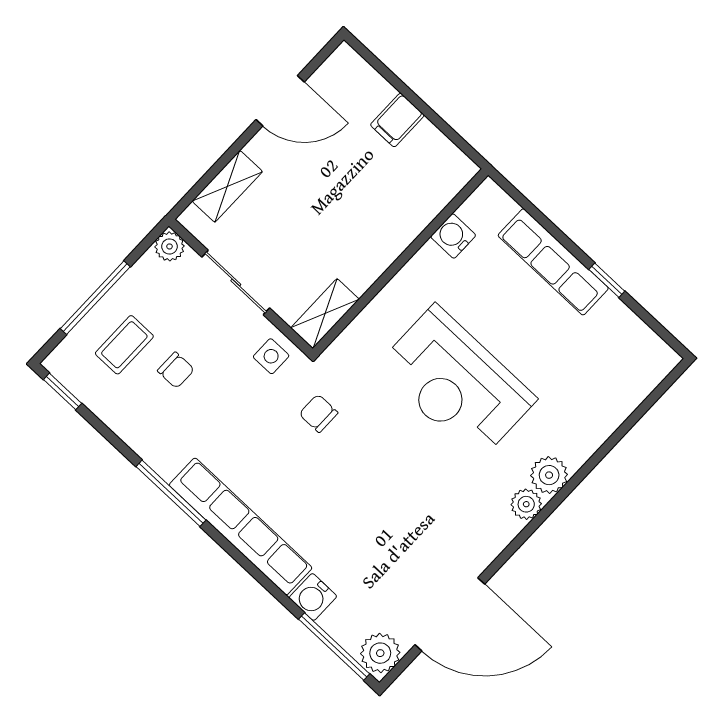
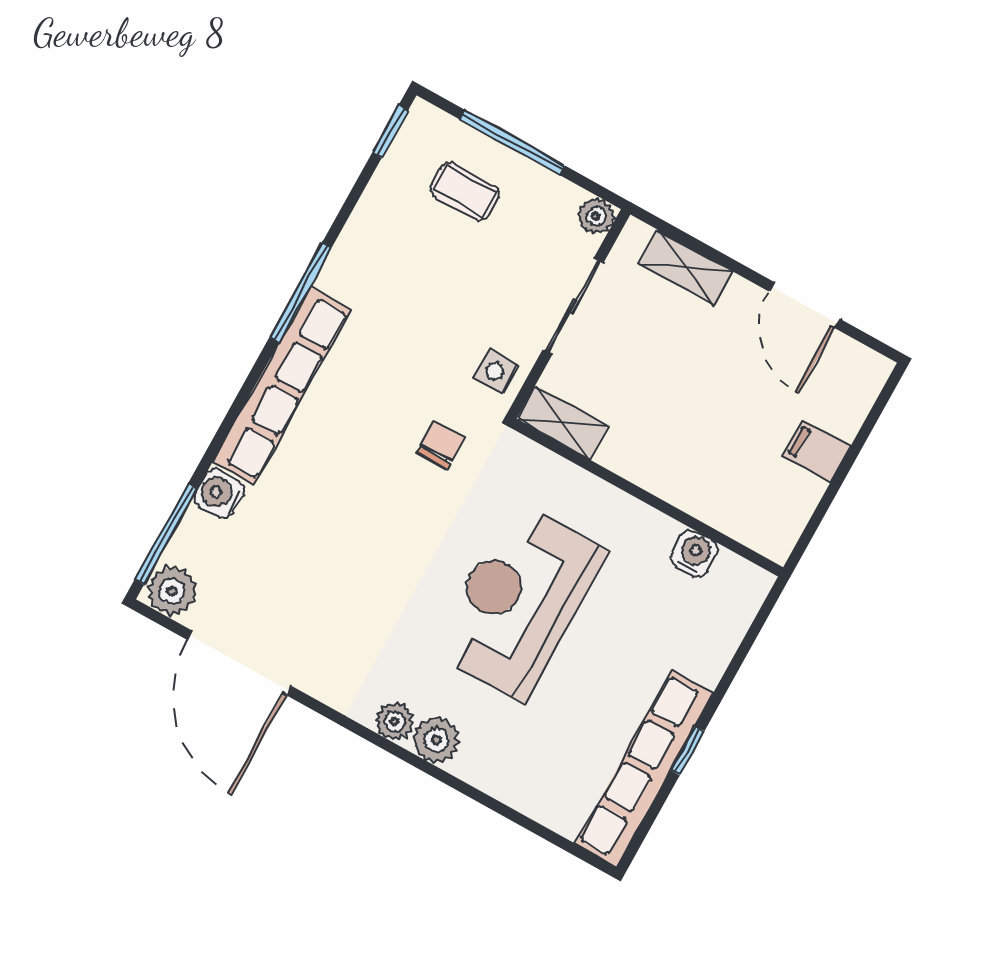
row of seats: (553, 262) -> (644, 769), moved, width x1.36
chair: (176, 370) -> (450, 261), removed

